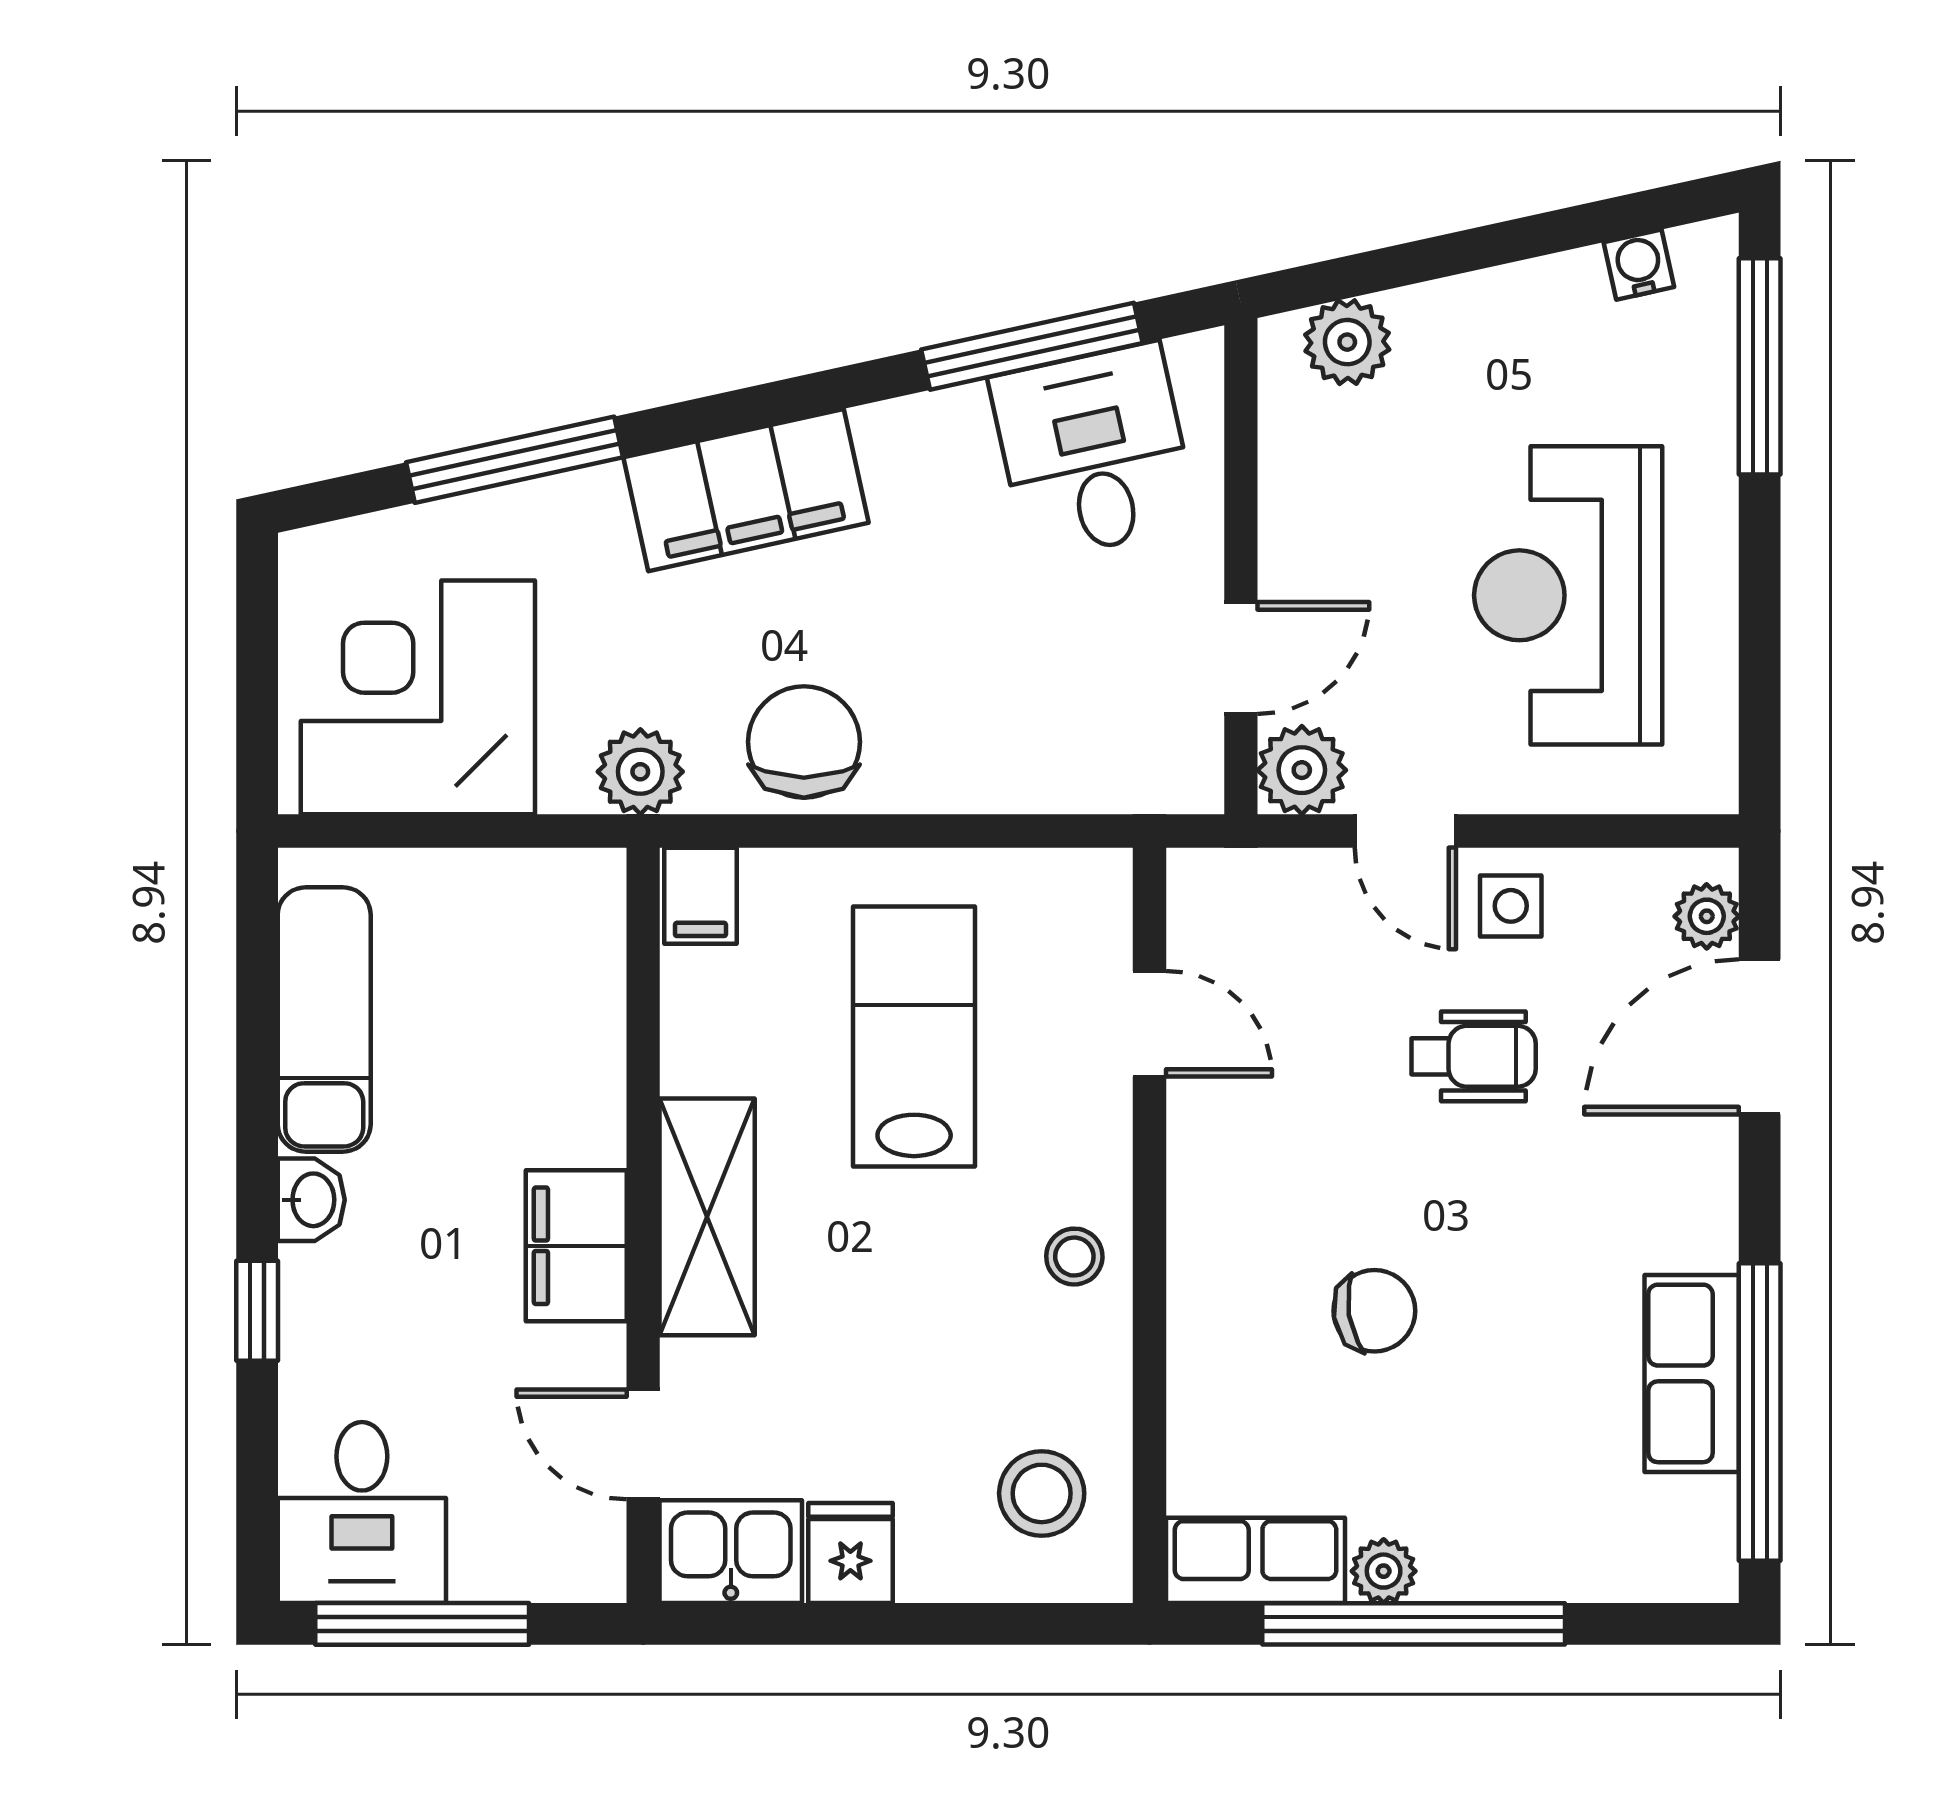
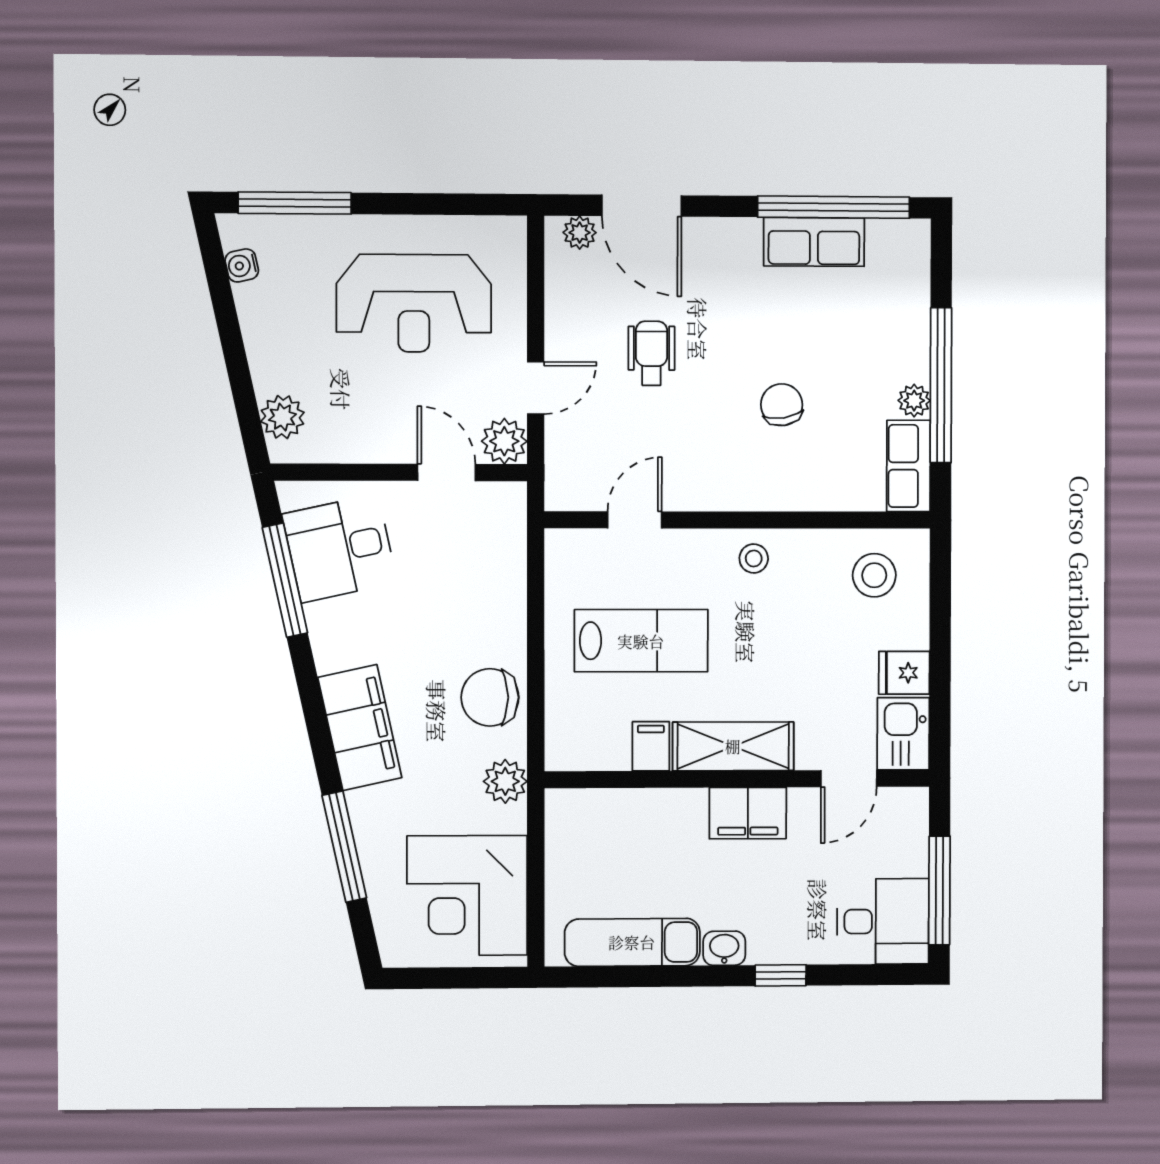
filing cabinet: (700, 896) -> (651, 746), moved, turned -90
side table: (1511, 906) -> (574, 334), removed
lab bench: (914, 1037) -> (641, 641), turned 180

